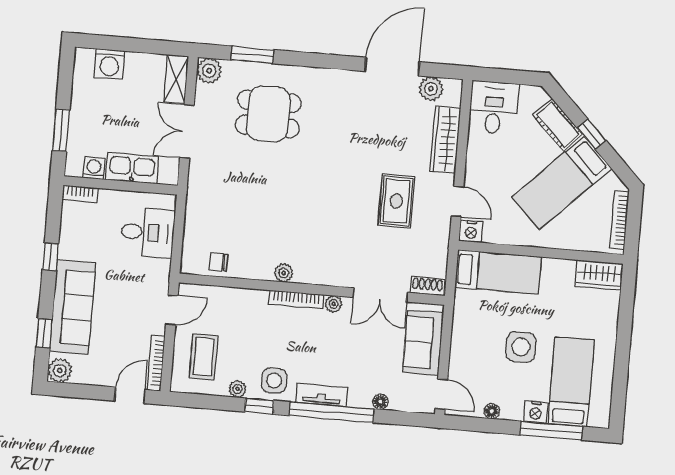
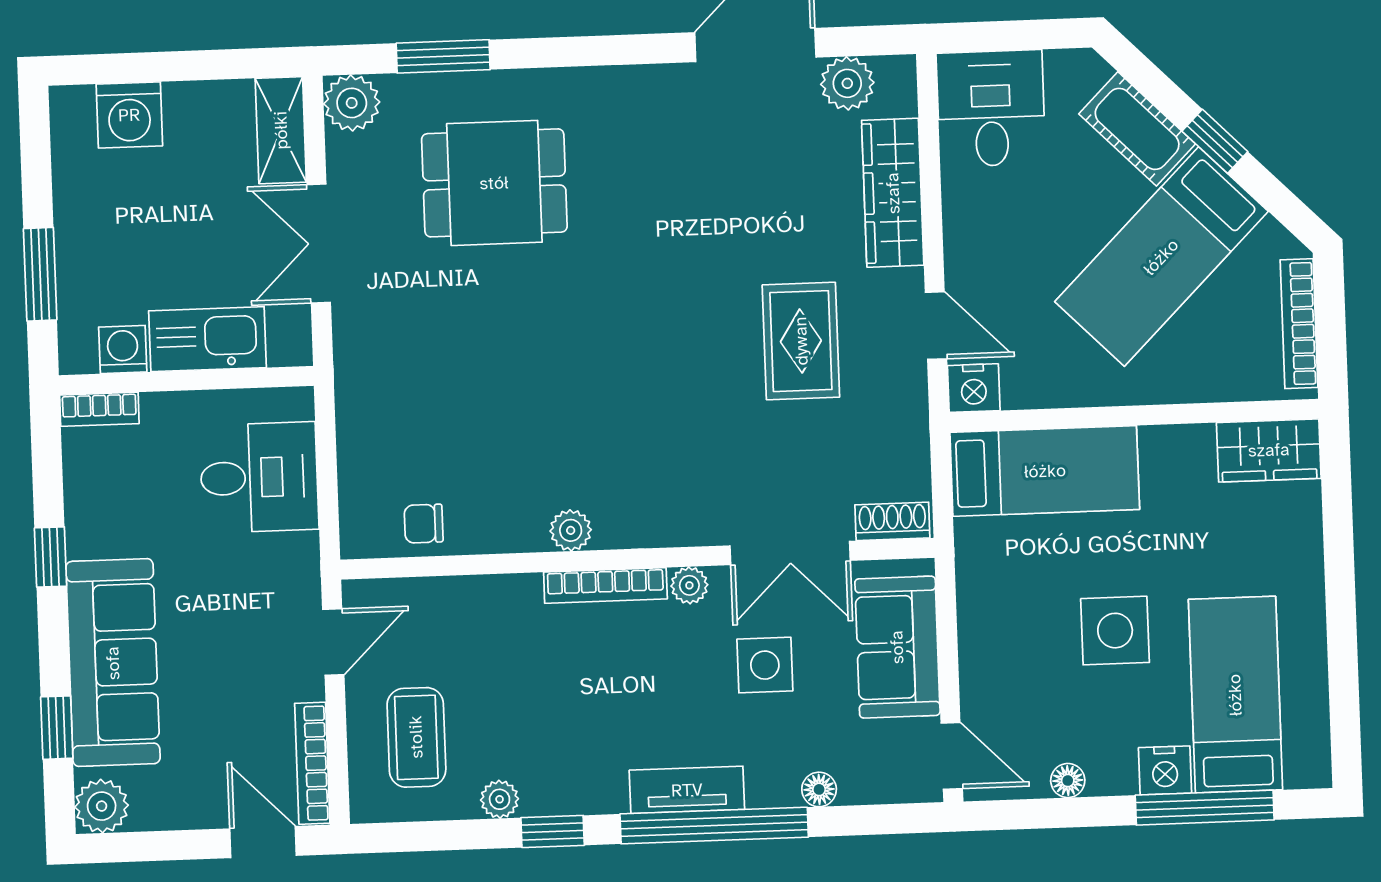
side table: (274, 380) -> (765, 665), moved
door: (130, 395) -> (263, 842), hinge flipped

